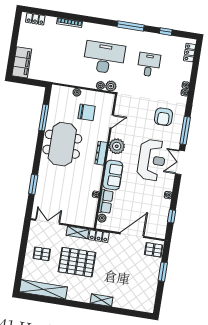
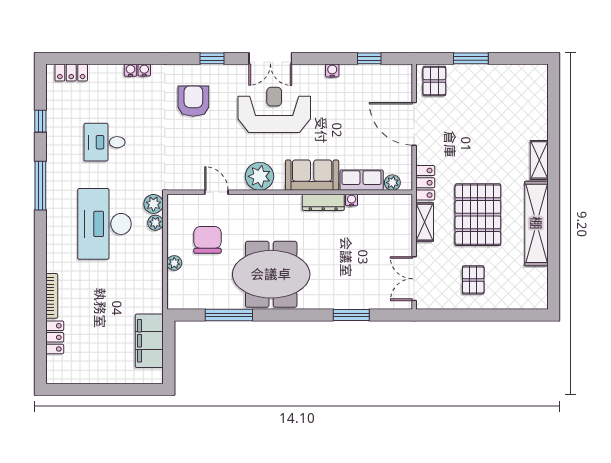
locker: (35, 19) -> (55, 337), moved
filing cabinet: (22, 62) -> (149, 341), moved, turned -90
armchair: (163, 117) -> (193, 101), turned -90
window: (185, 131) -> (212, 58), width x0.46
dresser: (101, 153) -> (323, 202), moved
shelving: (43, 289) -> (536, 223), moved

